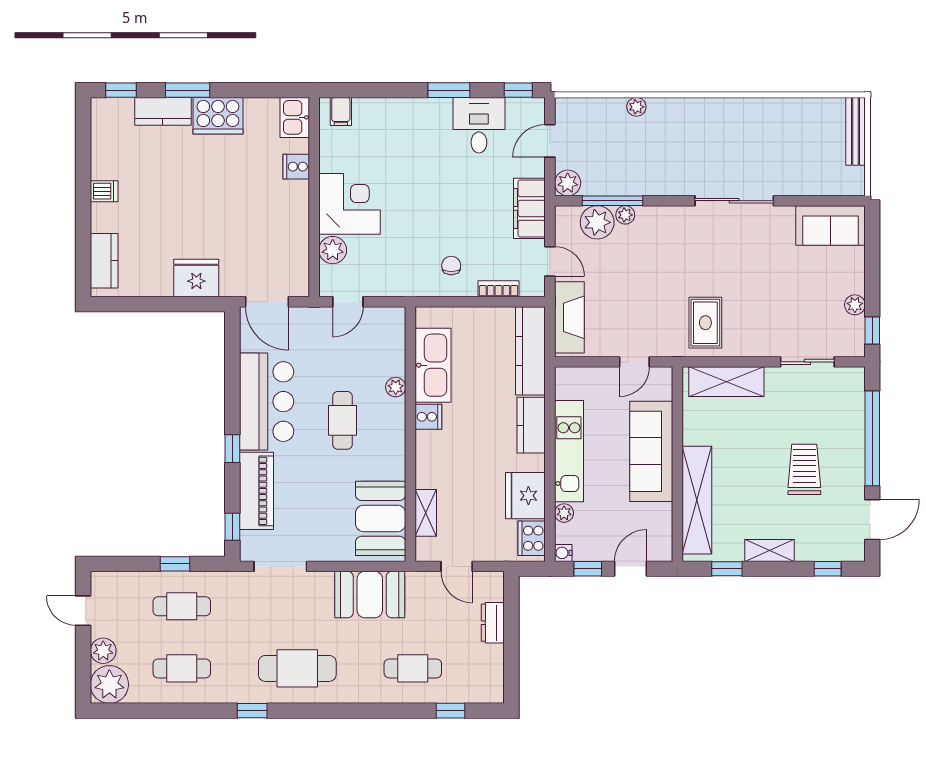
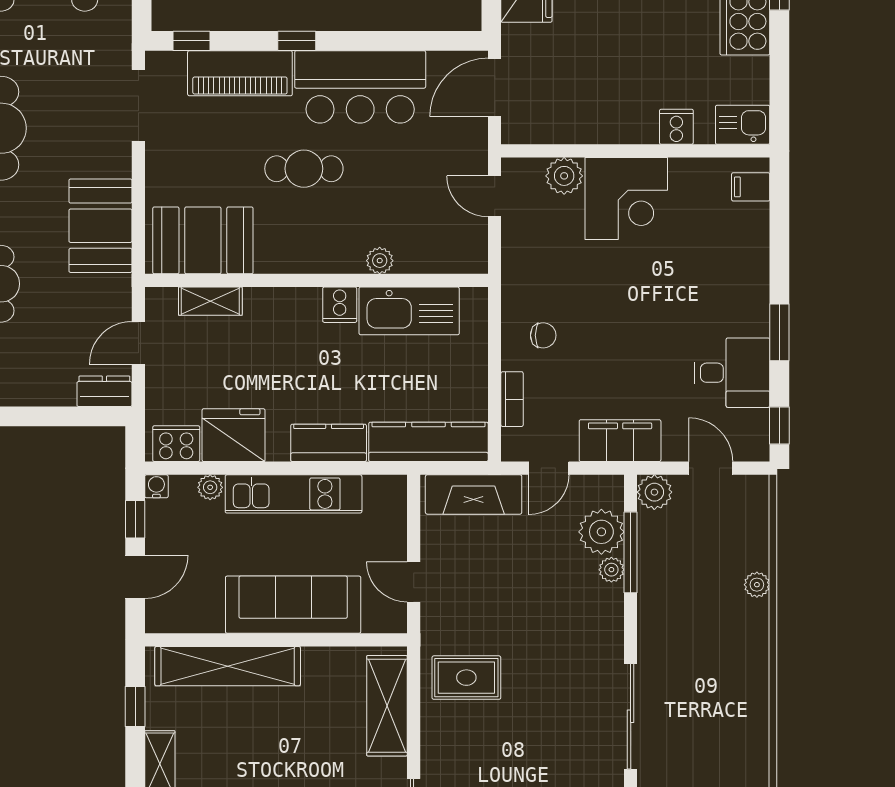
cafe table: (343, 420) -> (304, 169), moved
door: (631, 569) -> (135, 577), hinge flipped
dresser: (493, 623) -> (104, 391), moved

